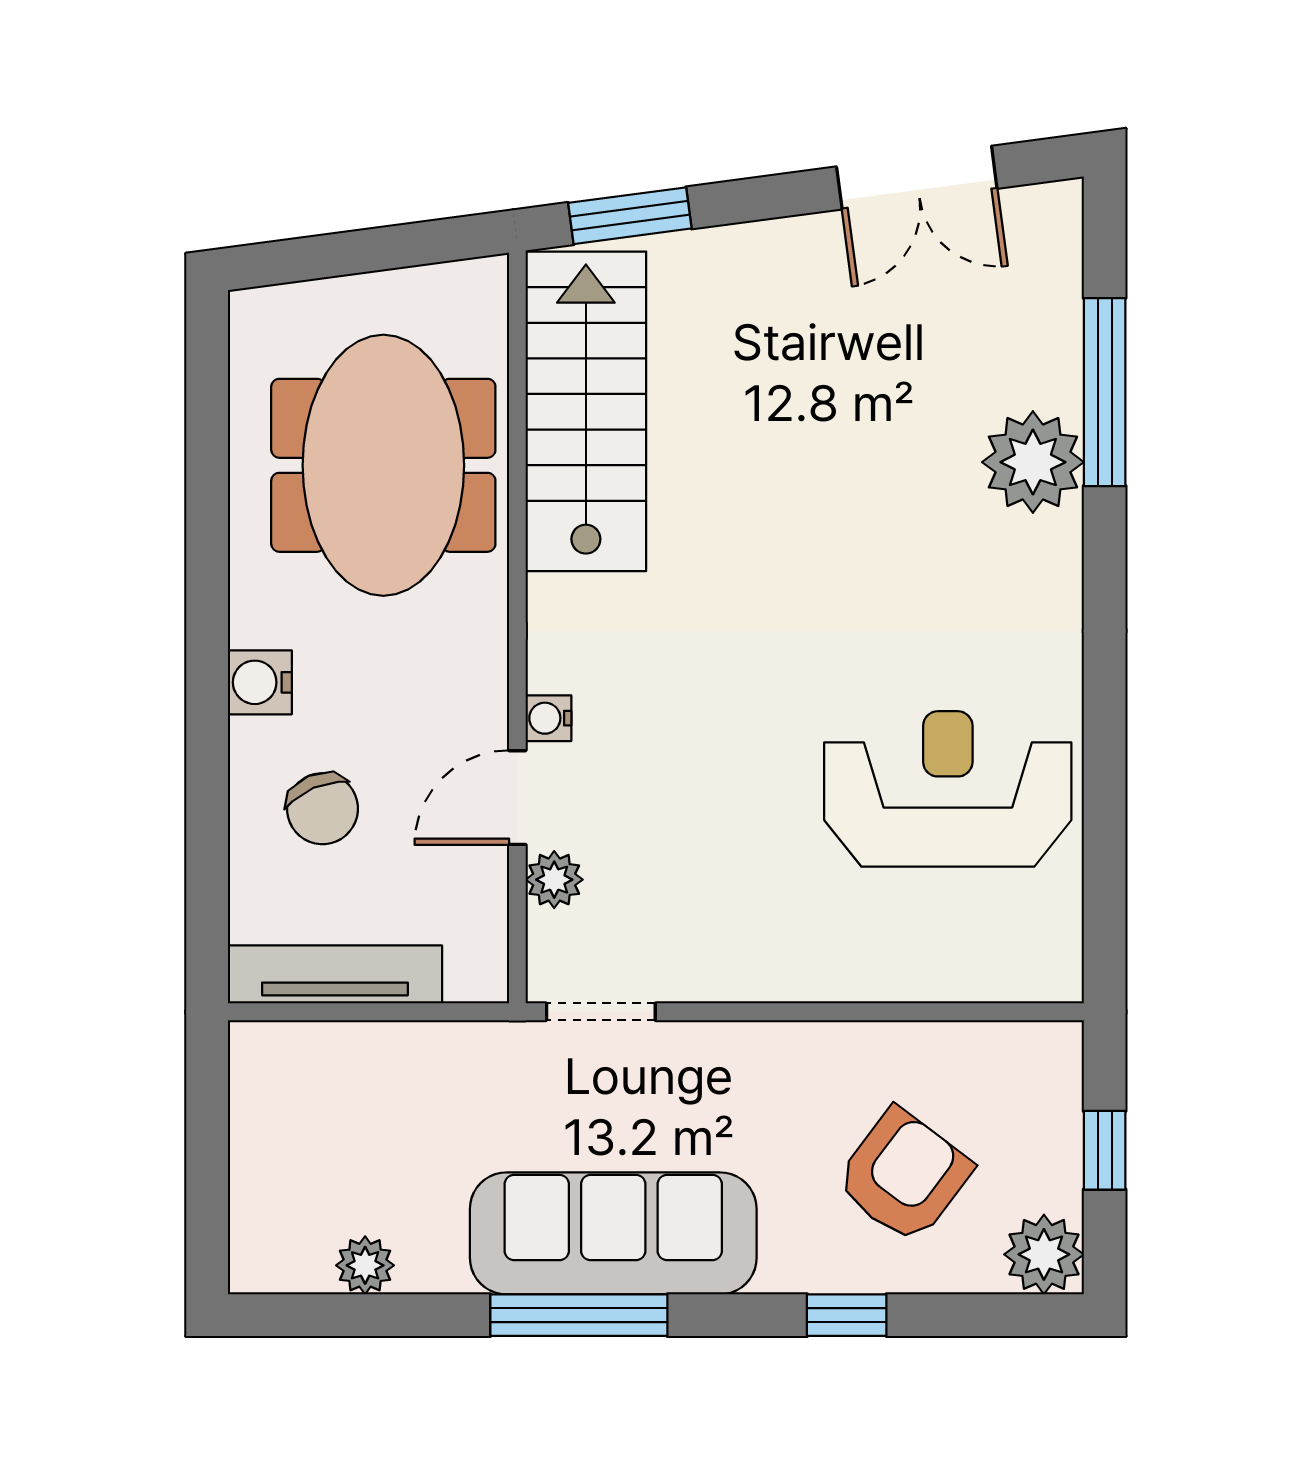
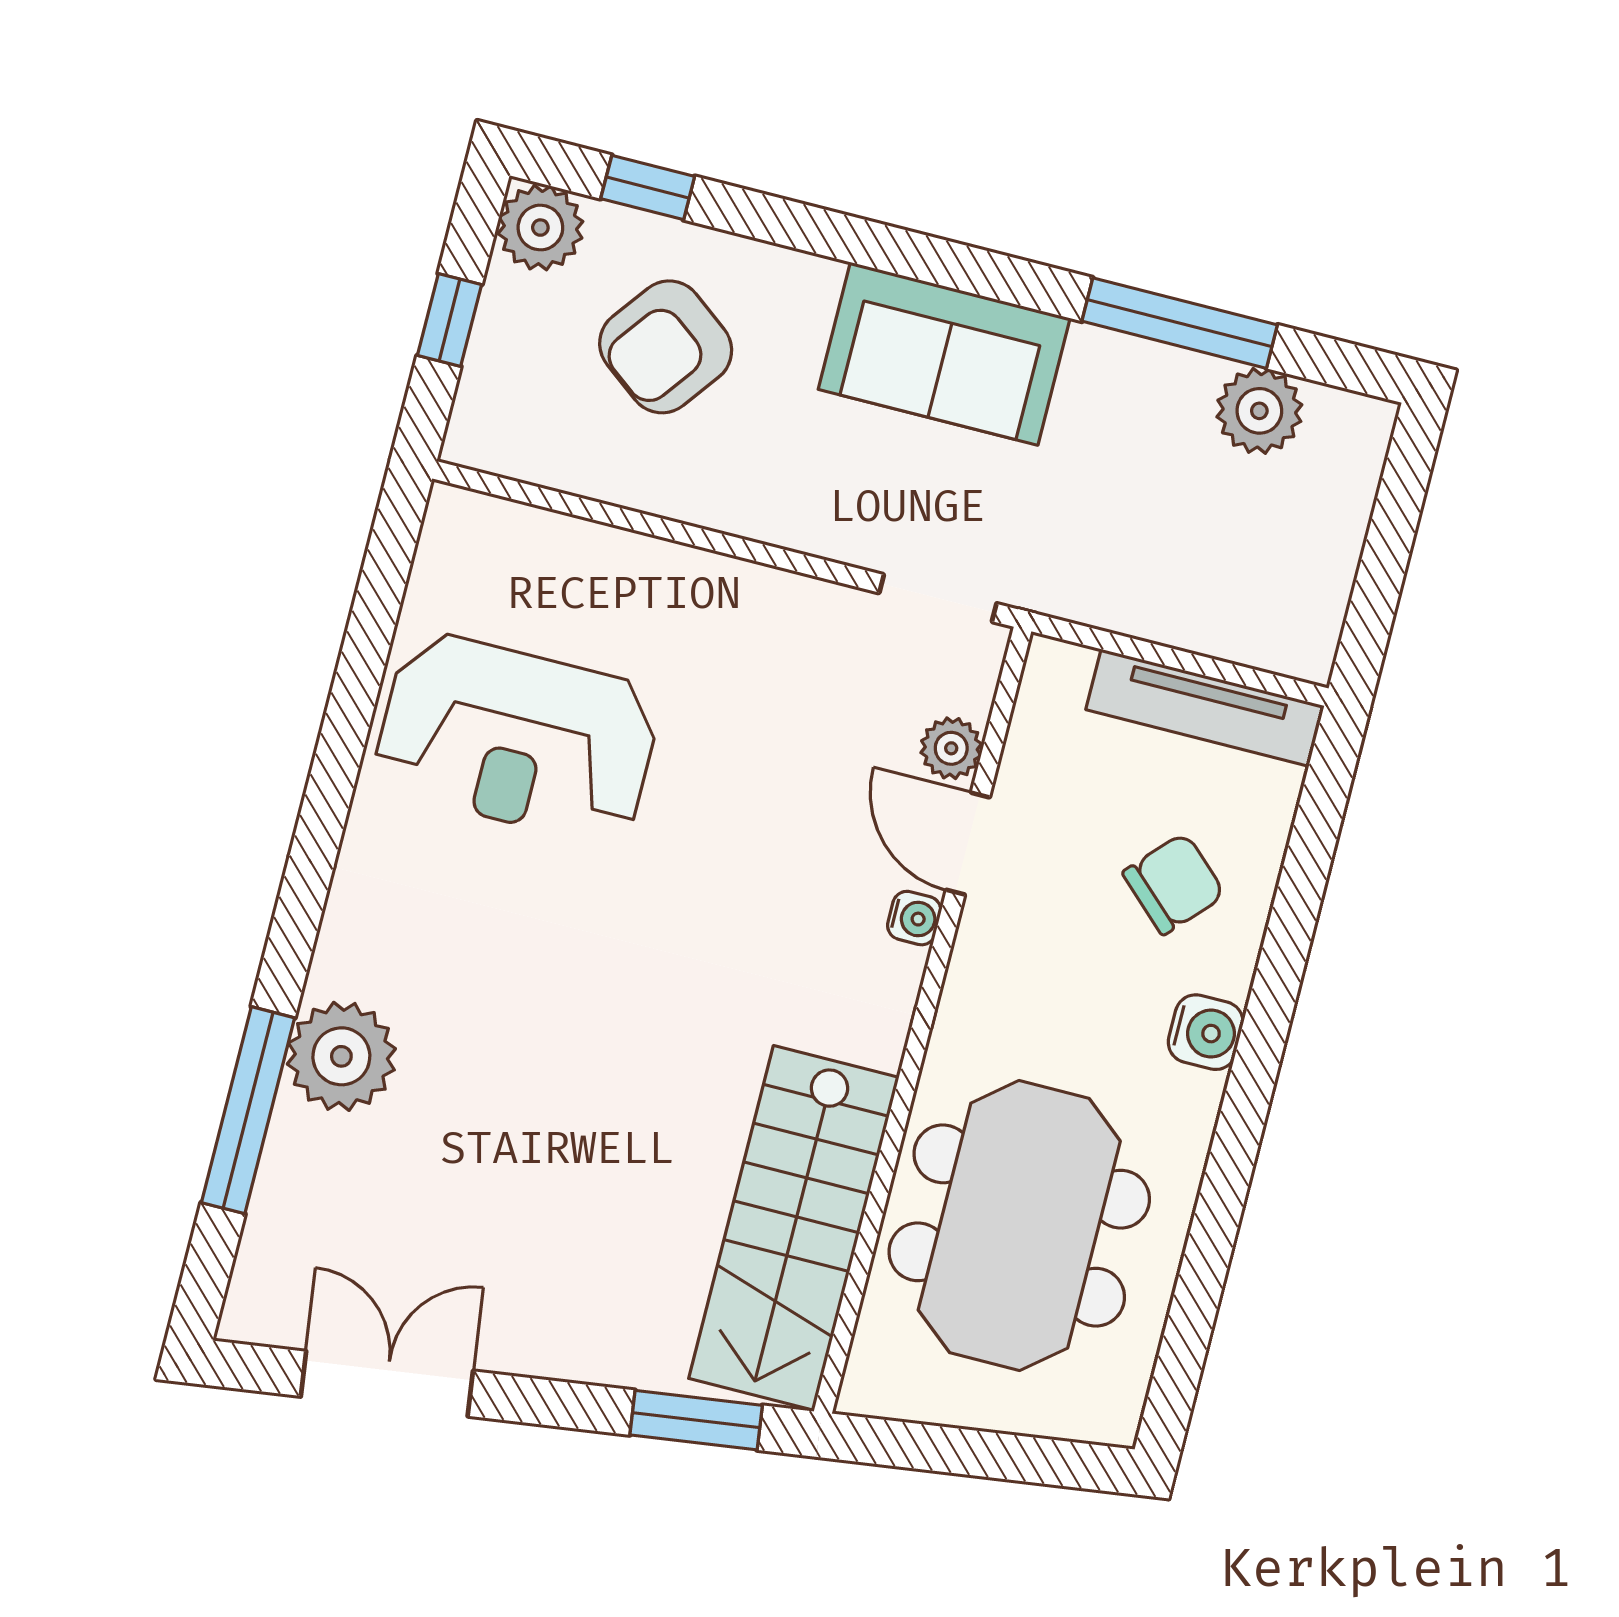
door: (517, 798) -> (968, 844), swing flipped
chair: (323, 809) -> (1174, 884), turned 66
sofa: (613, 1233) -> (944, 354), width x0.73
plant: (365, 1265) -> (1259, 411), width x1.38, depth x1.38
window: (579, 1315) -> (1180, 323), moved
window: (847, 1315) -> (648, 188), moved

